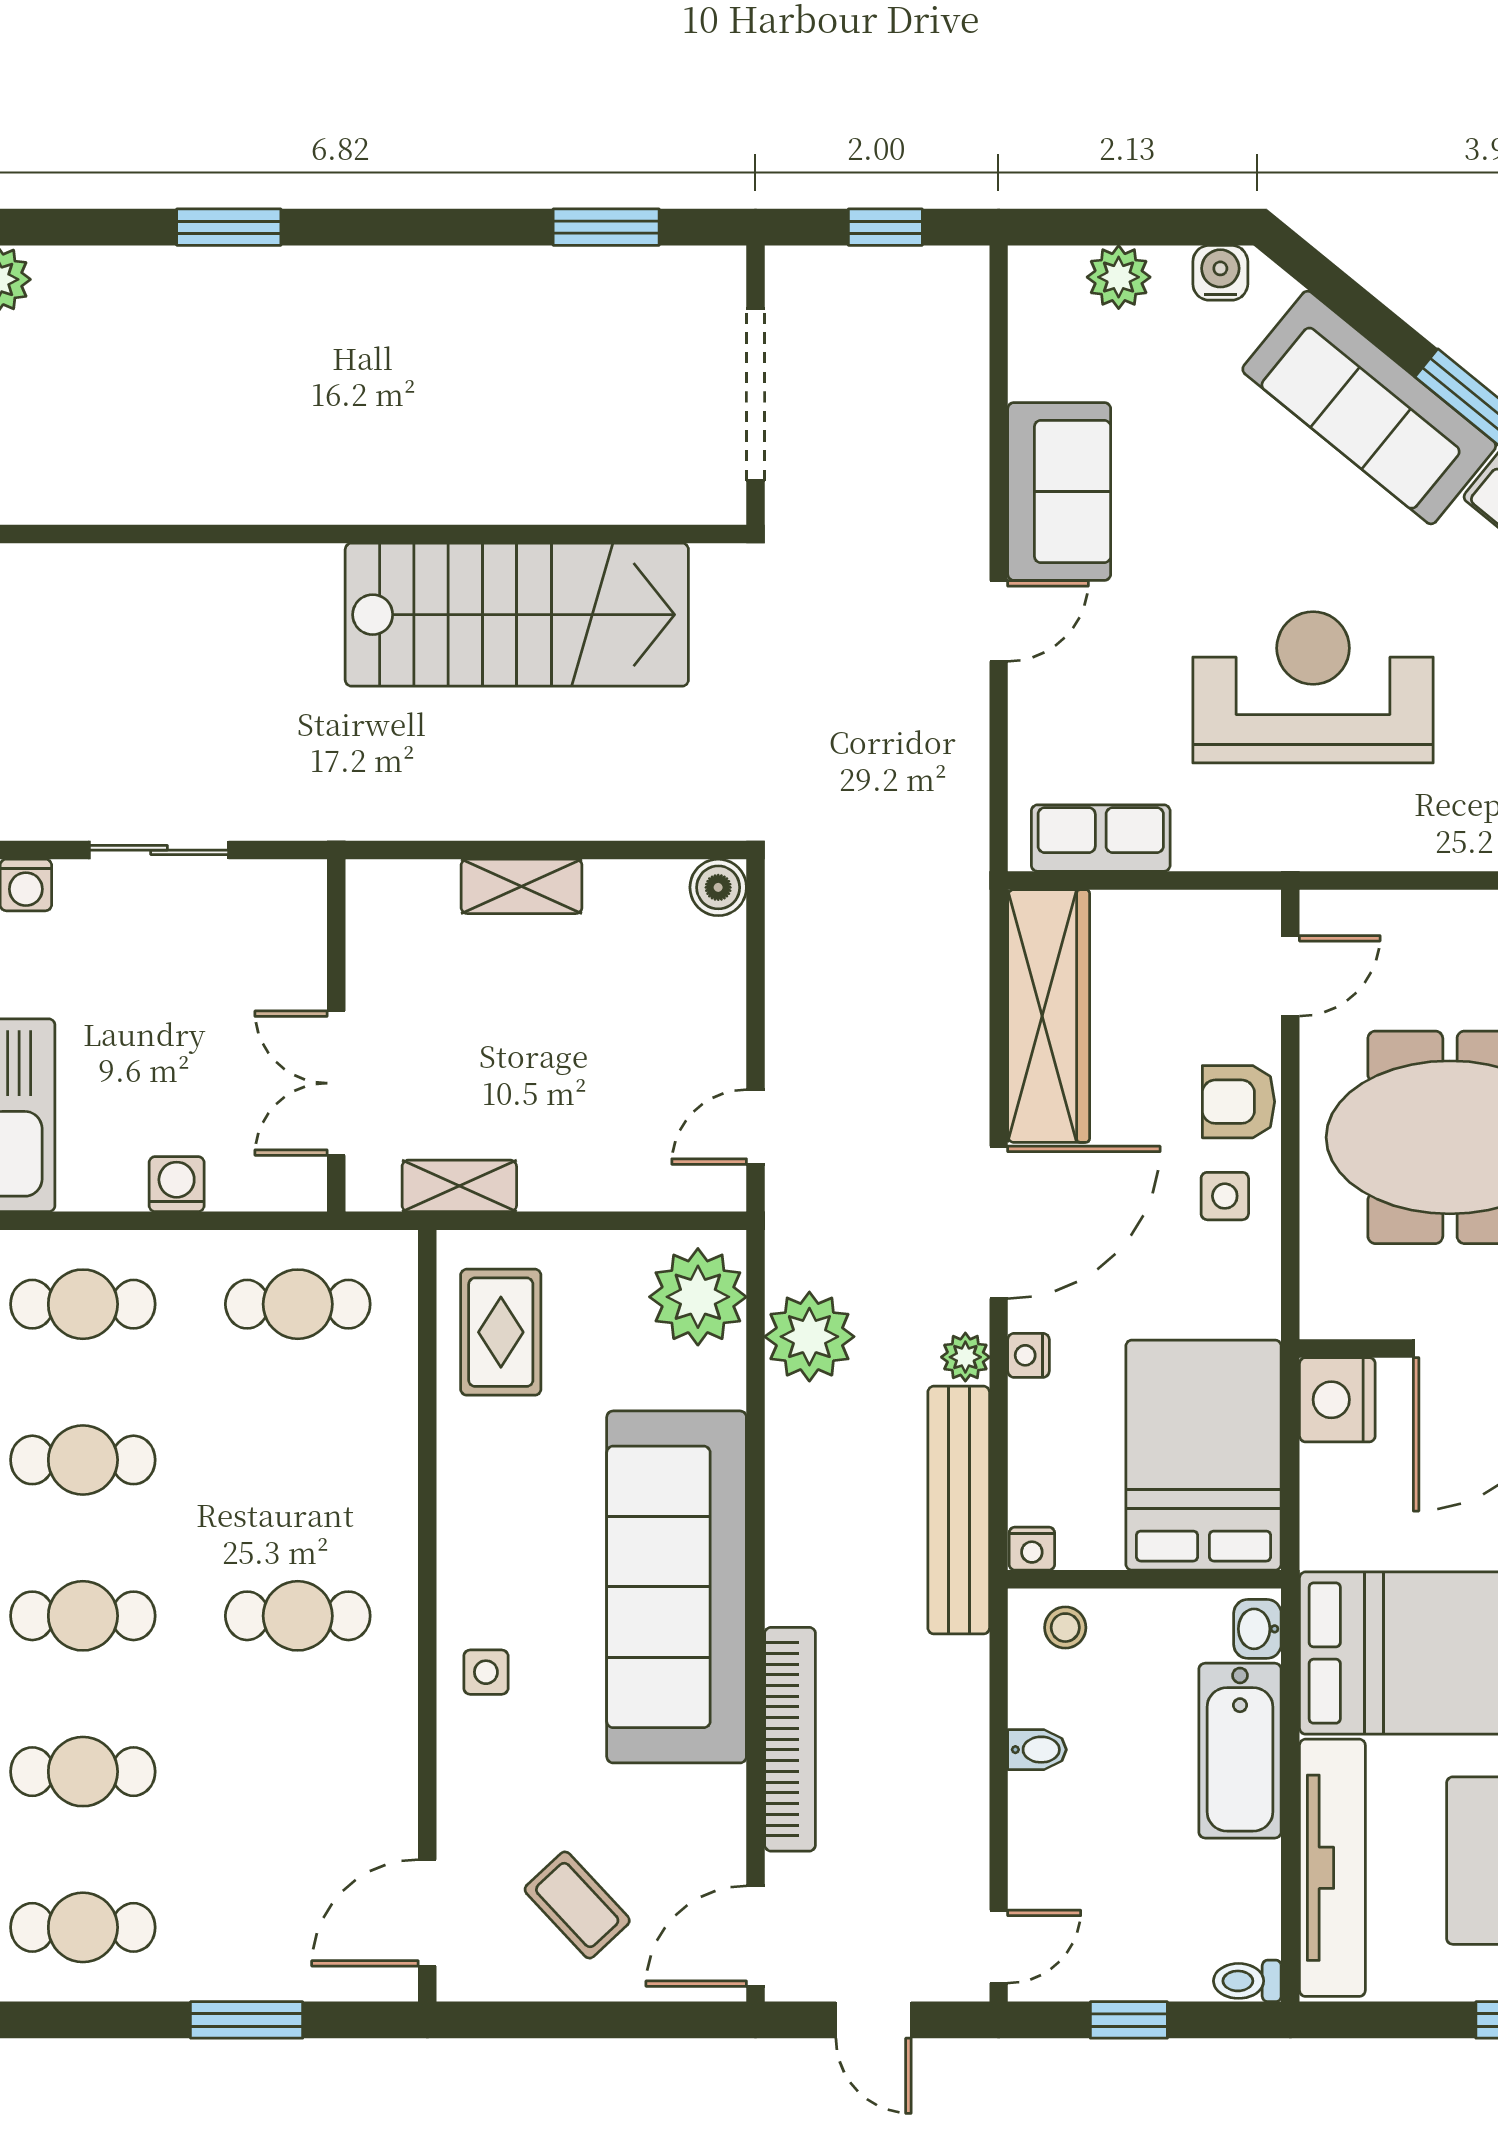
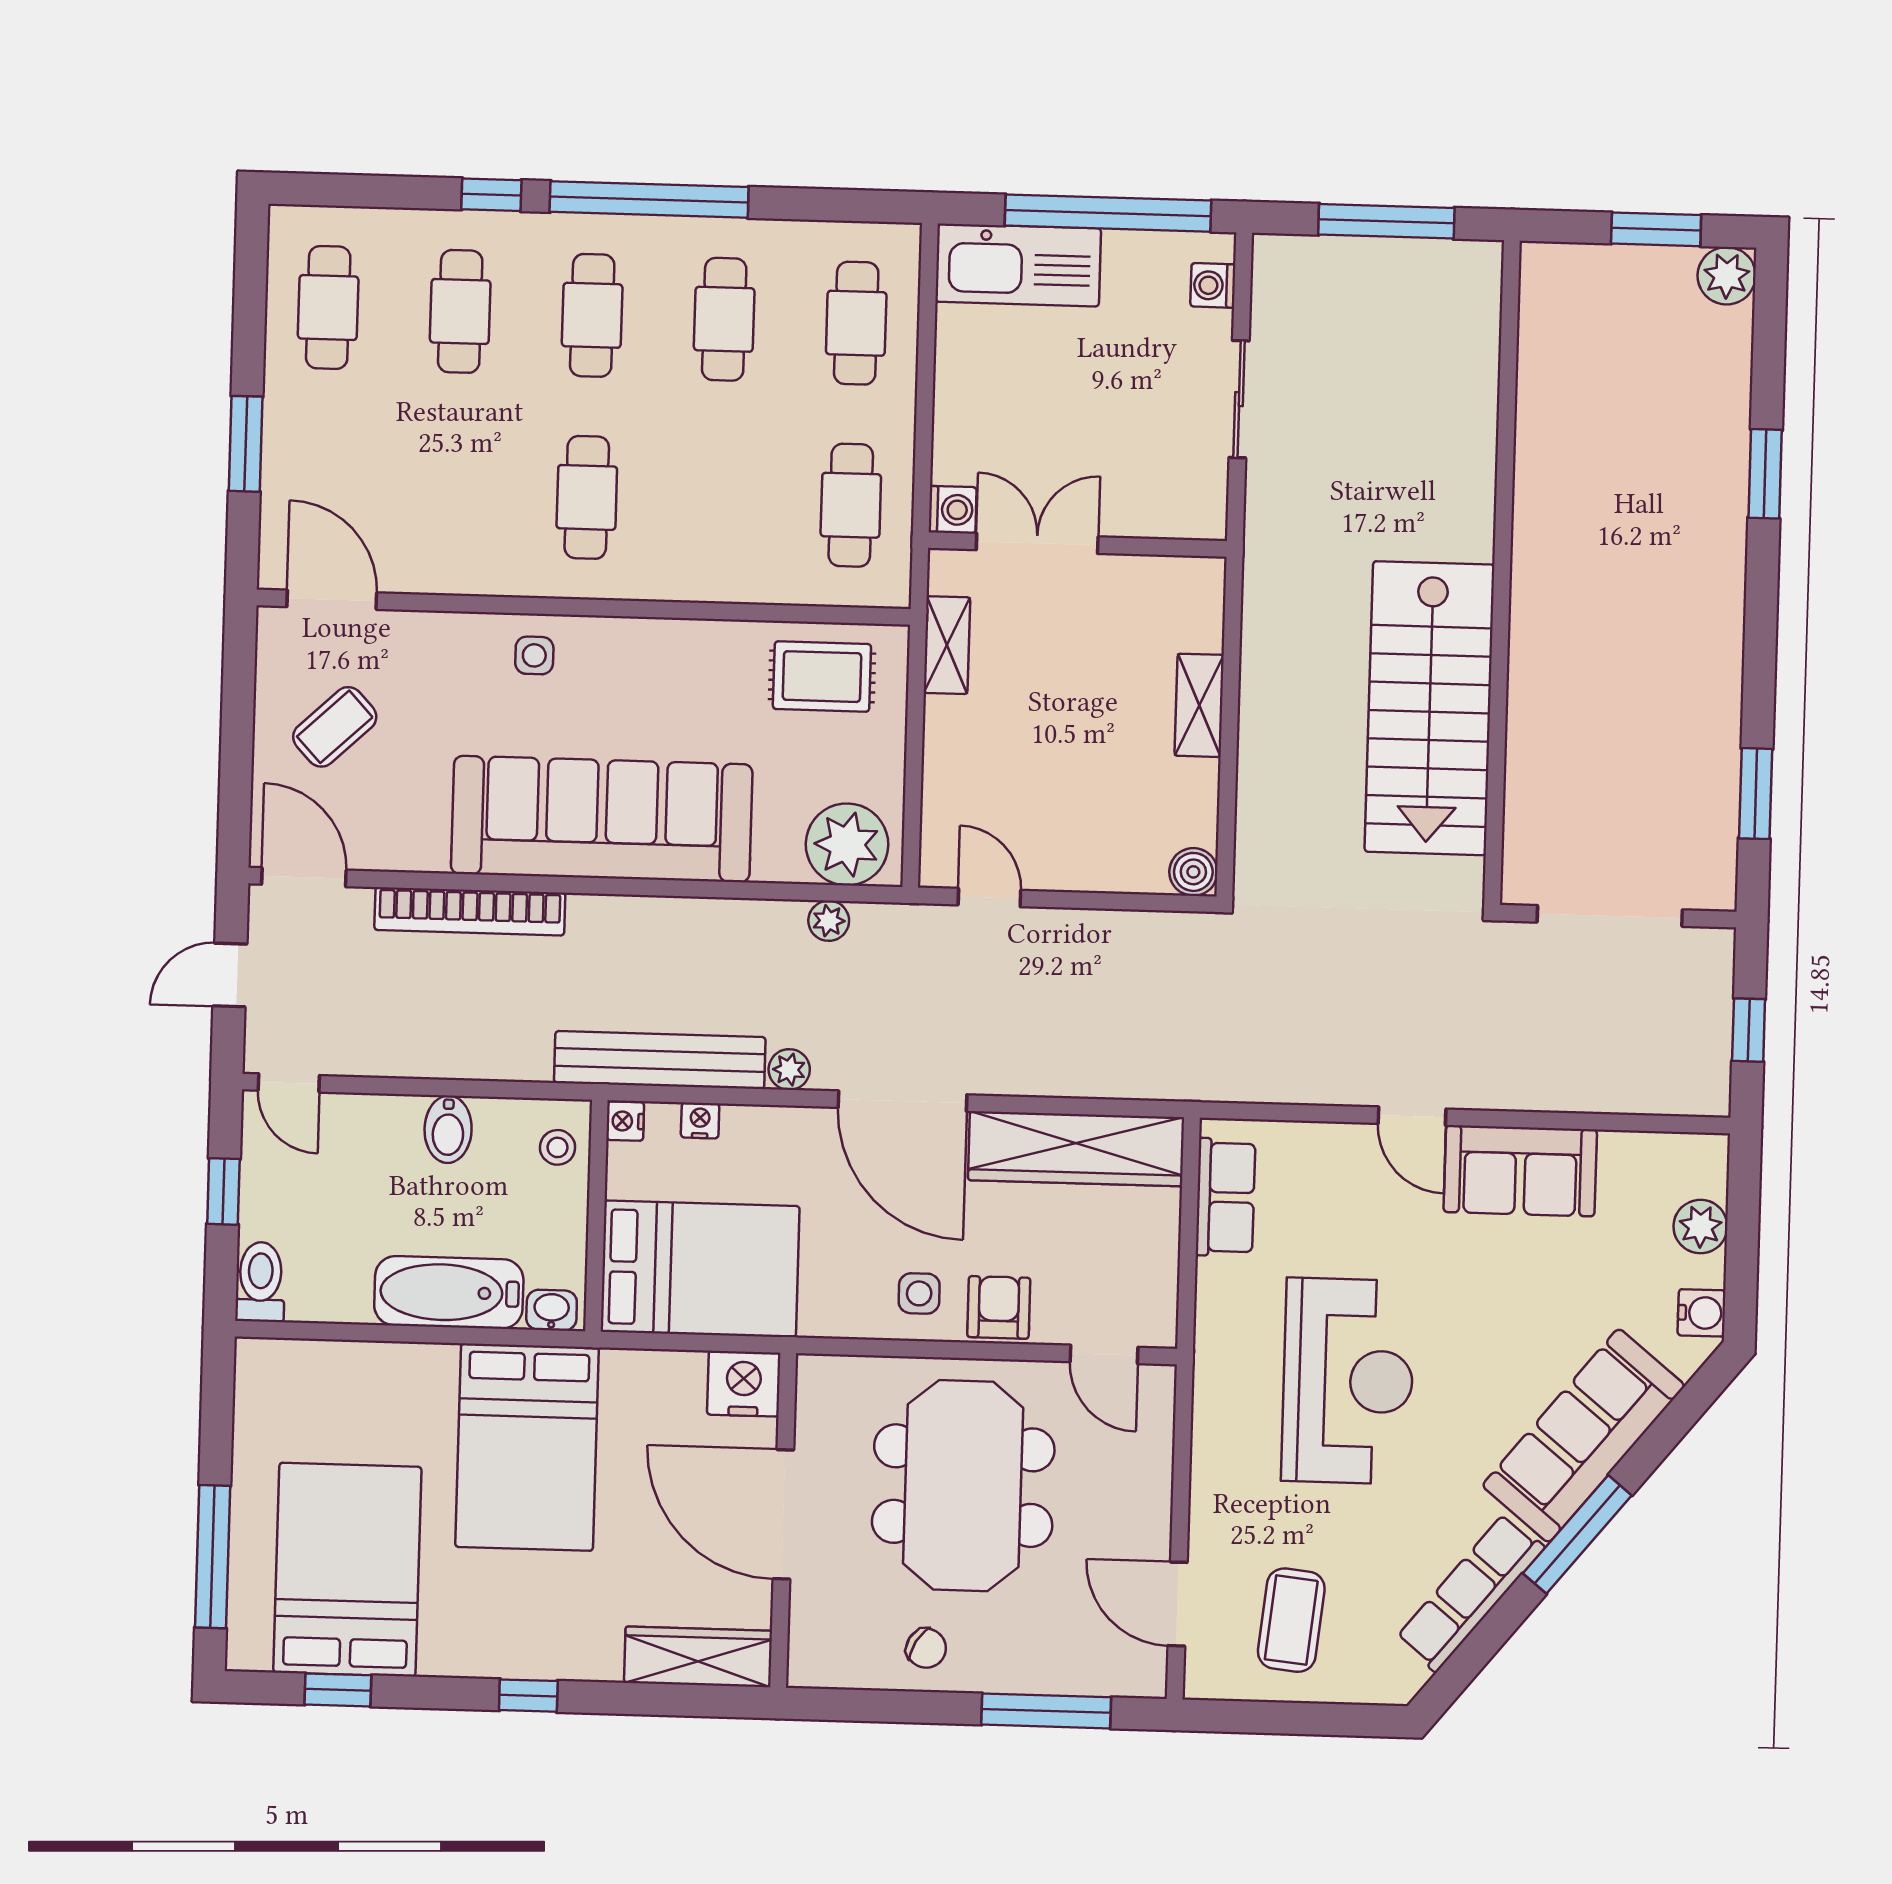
washing machine: (177, 1184) -> (953, 510), moved
plant: (809, 1337) -> (829, 921), width x0.53, depth x0.53
nightstand: (1029, 1355) -> (700, 1120), moved
bidet: (1037, 1750) -> (448, 1129), width x1.38, depth x1.36
tv unit: (1332, 1868) -> (347, 1368), removed
toilet: (1247, 1981) -> (260, 1282), width x1.37, depth x1.39

